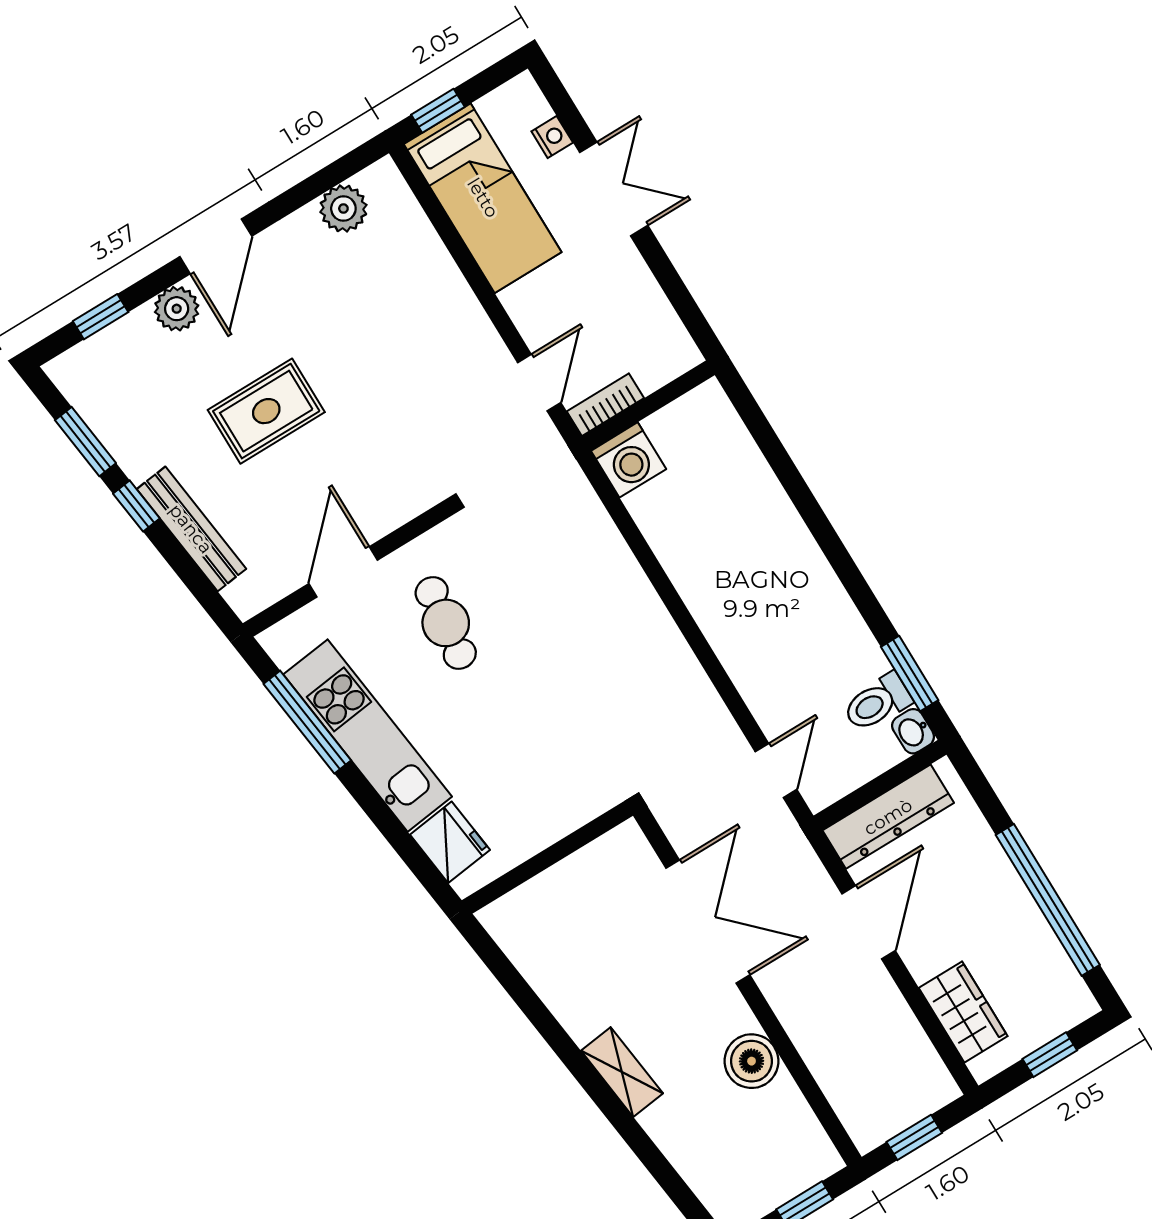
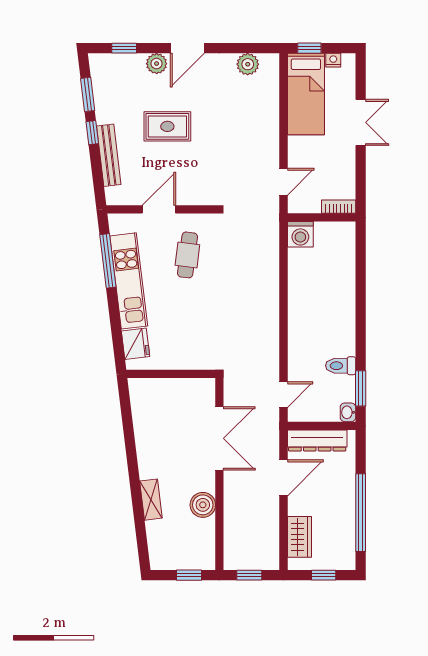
nightstand: (552, 137) -> (333, 60), moved, turned -90
bookcase: (605, 405) -> (339, 207), moved
toilet: (877, 702) -> (341, 366), moved
shelving: (622, 1072) -> (151, 500), moved

